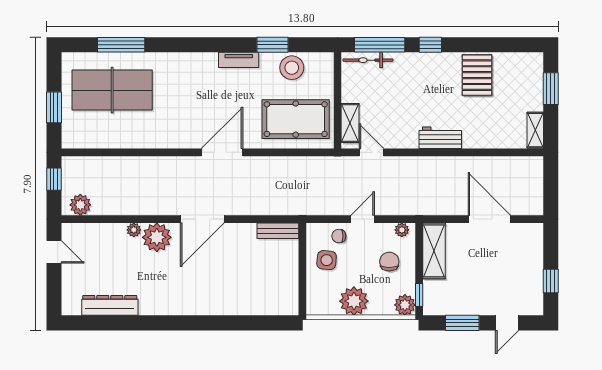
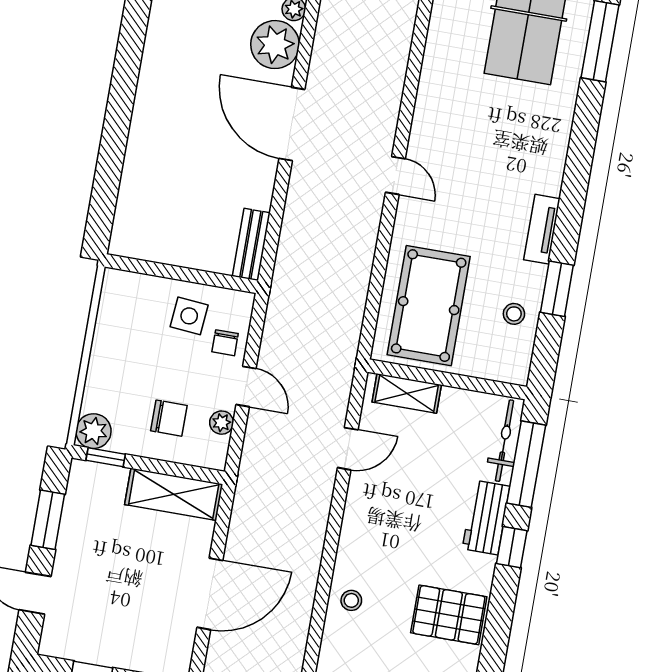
stool: (292, 68) -> (514, 314), width x0.53, depth x0.53
stool: (479, 134) -> (351, 600), added
workbench: (440, 138) -> (486, 517), moved, turned 180
door: (222, 152) -> (395, 175), width x0.53
door: (372, 152) -> (348, 449), moved
plant: (402, 230) -> (222, 423), moved
chair: (339, 236) -> (225, 343), turned 180
plant: (354, 301) -> (114, 349), removed

